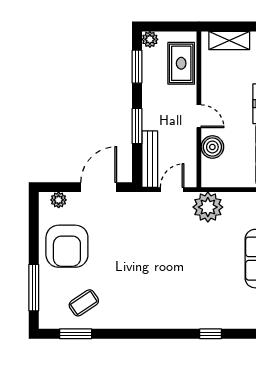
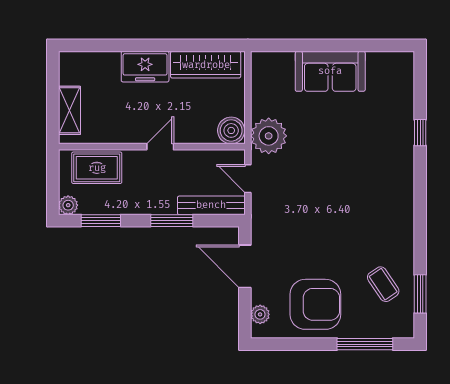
boiler: (212, 147) -> (231, 130), moved

